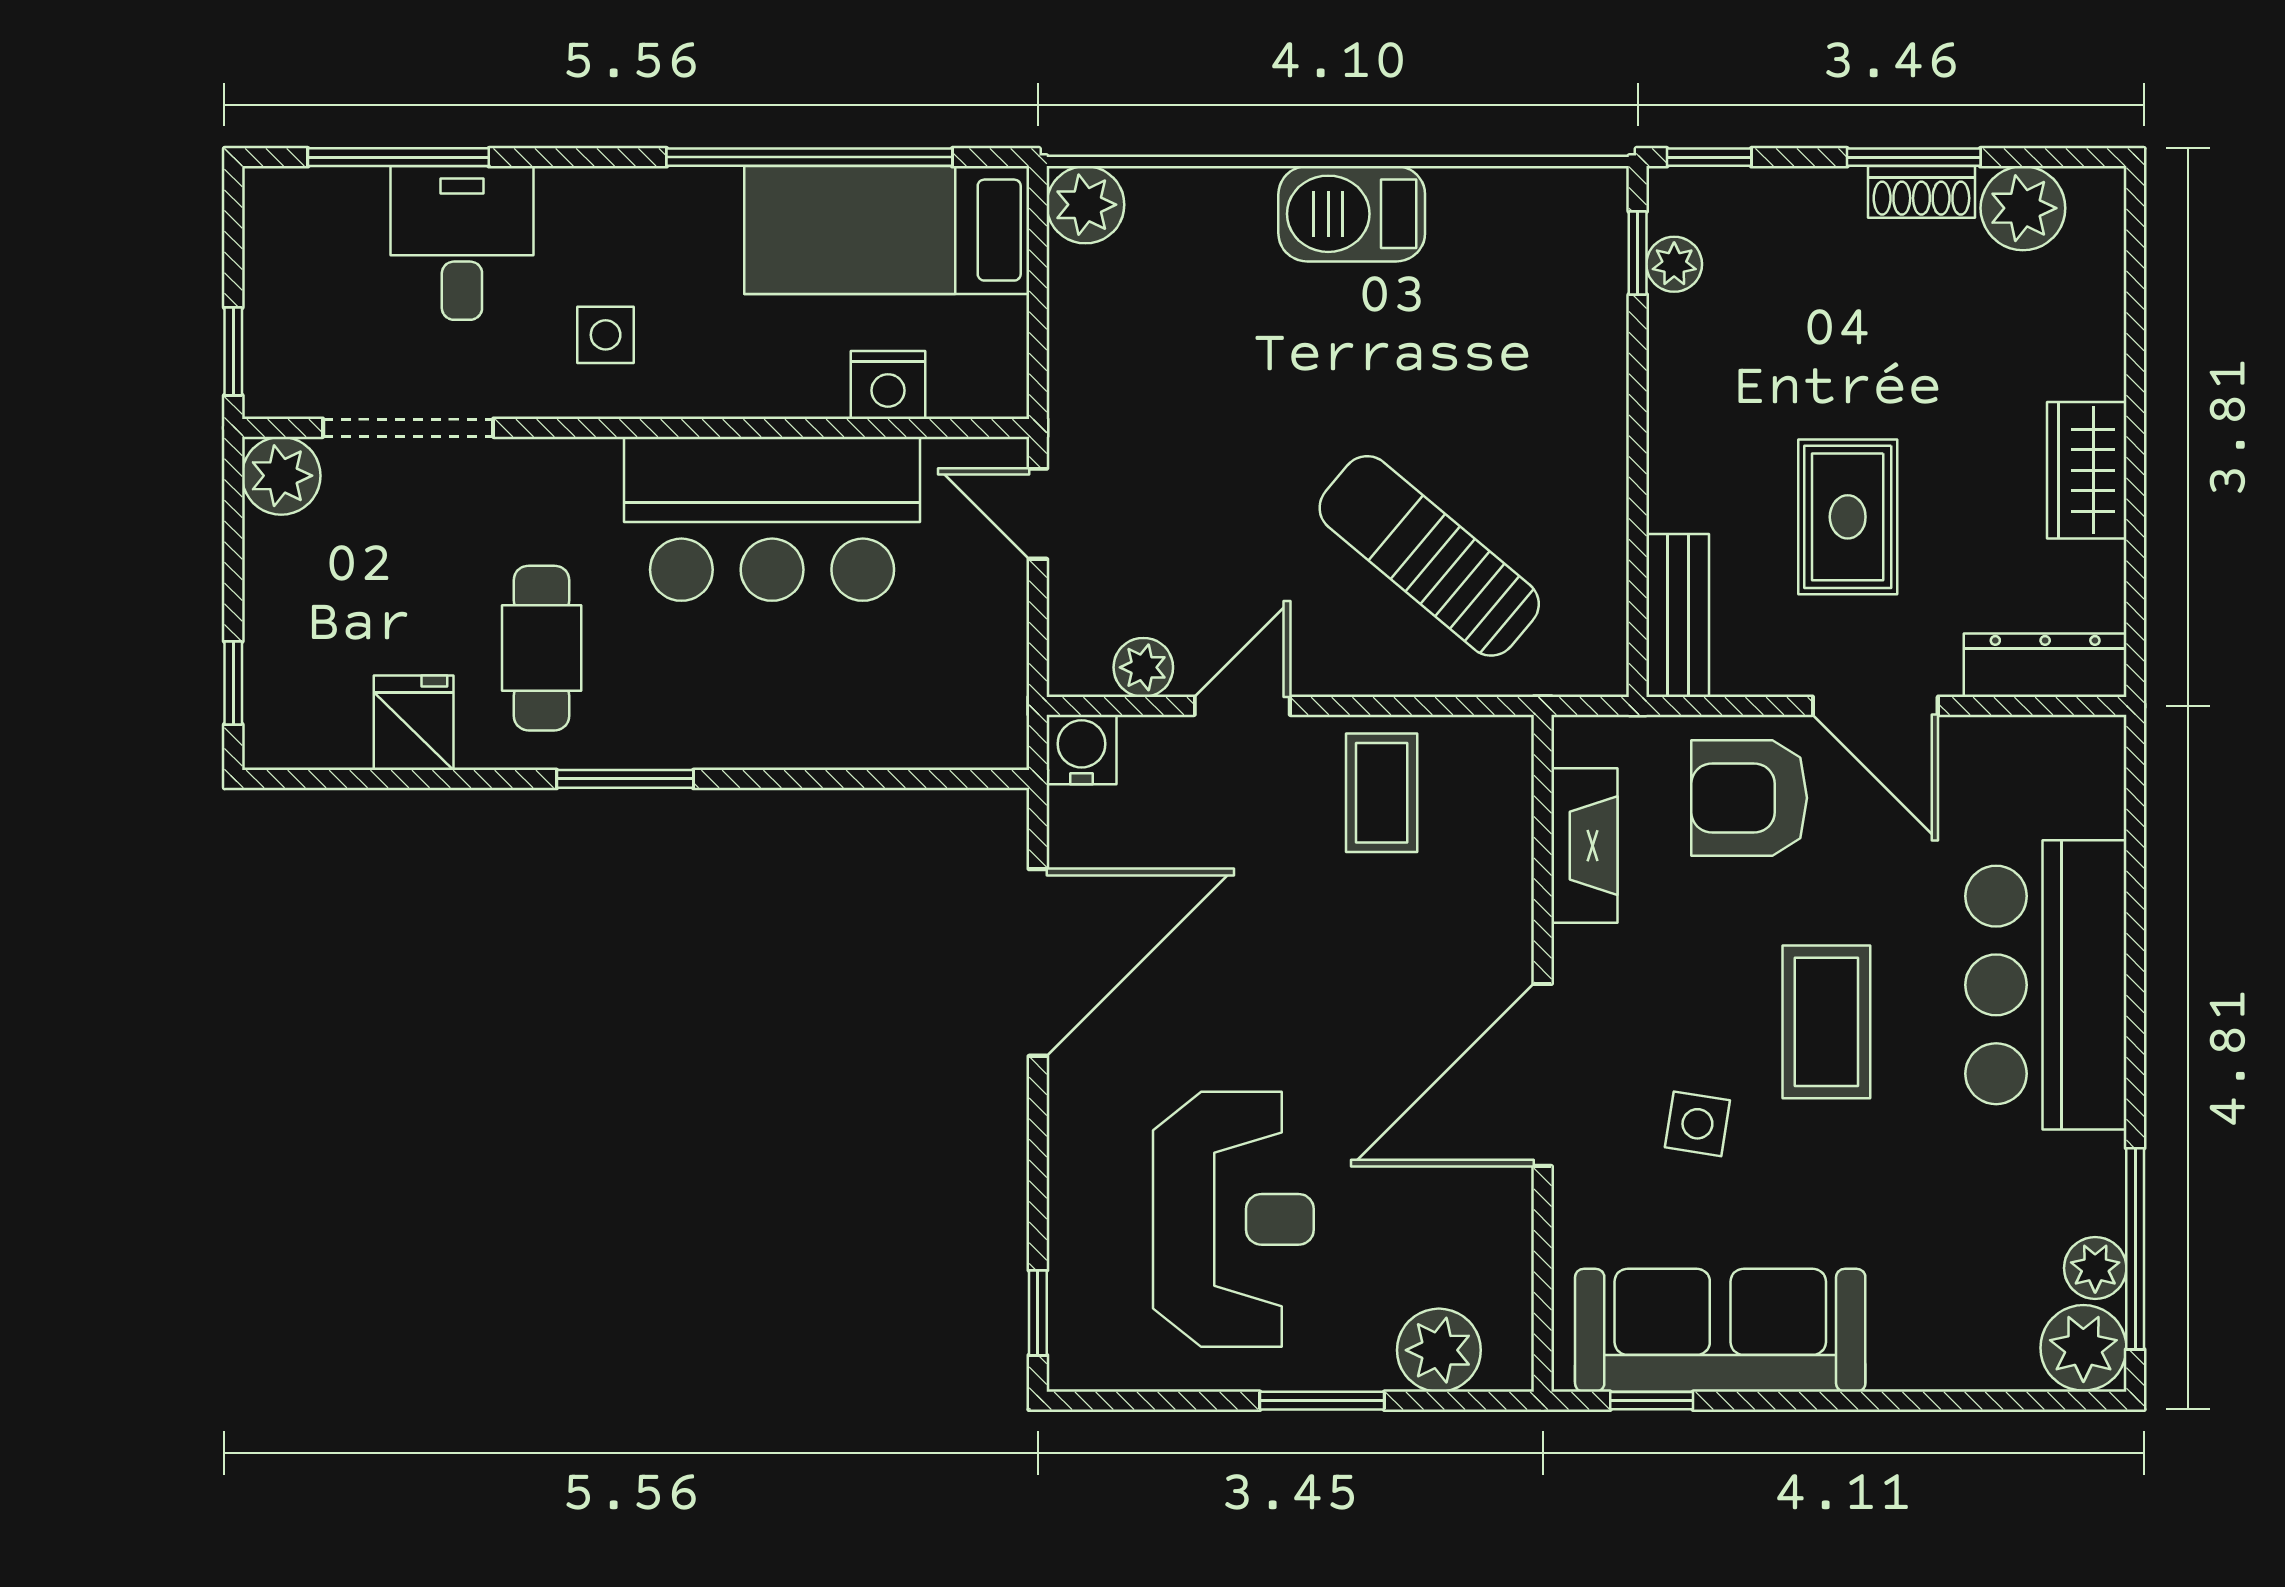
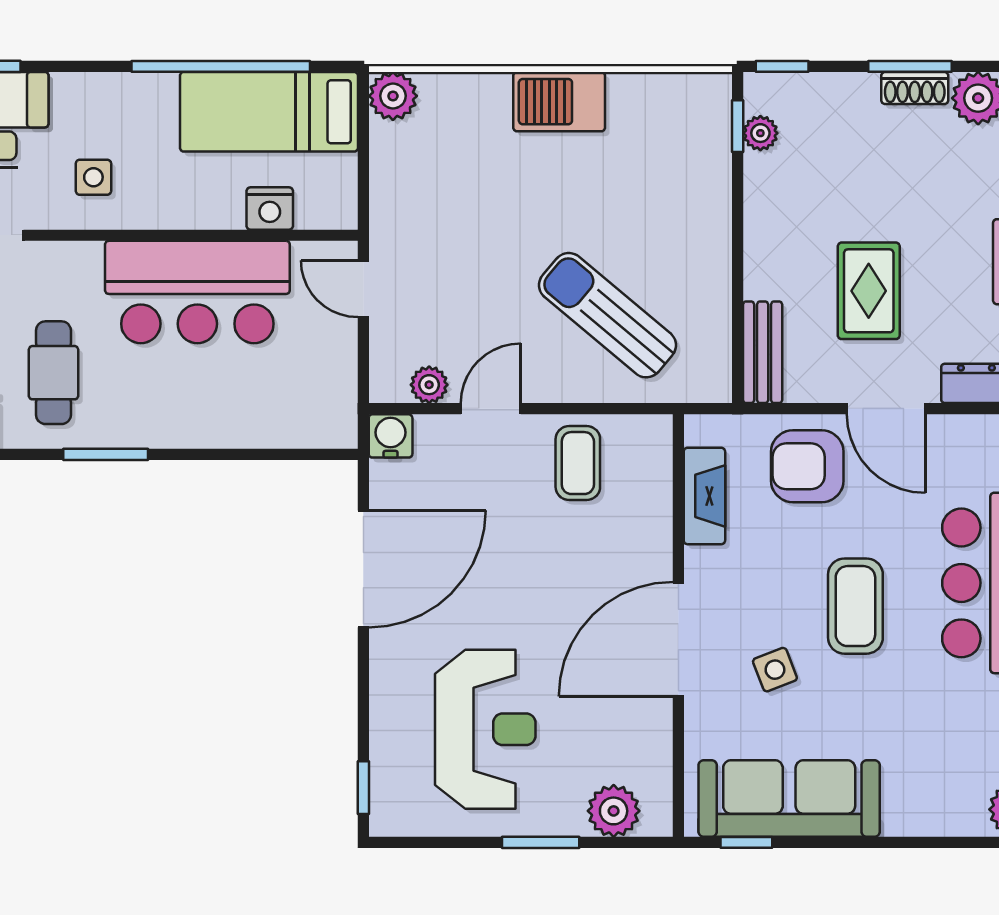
side table: (1697, 1124) -> (775, 670), turned -30

